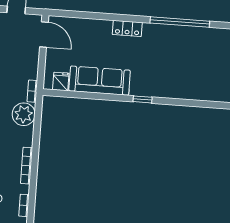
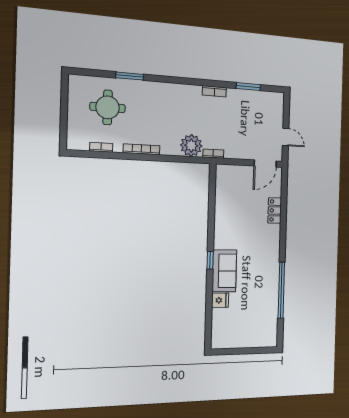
locker: (127, 28) -> (275, 211), moved
fridge: (61, 81) -> (220, 300), moved
sofa: (100, 81) -> (224, 271), moved, width x0.73

